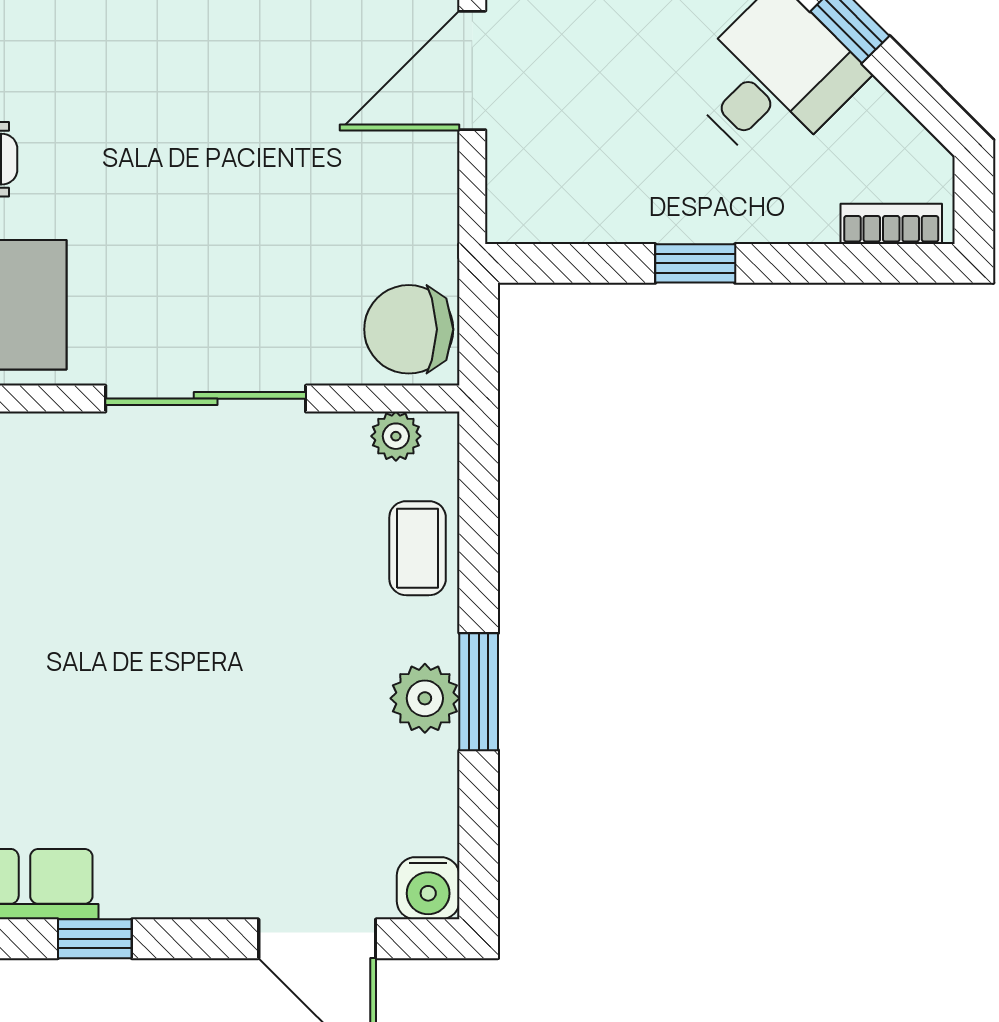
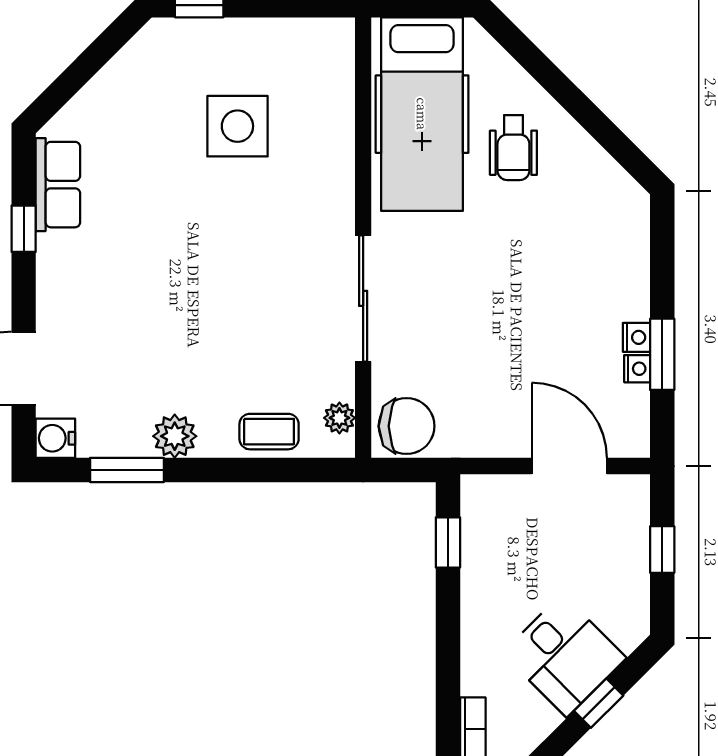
window: (695, 263) -> (448, 542), moved
chair: (409, 329) -> (407, 426), turned 90
window: (479, 692) -> (127, 470), moved

